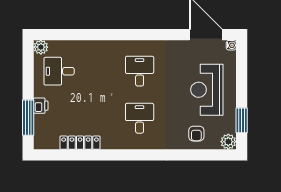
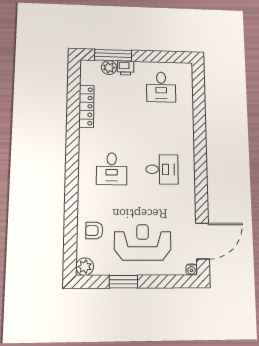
plant: (41, 47) -> (109, 68), moved
desk: (59, 71) -> (161, 87), turned 180
desk: (140, 118) -> (112, 169), turned 90
window: (242, 120) -> (123, 282), moved

